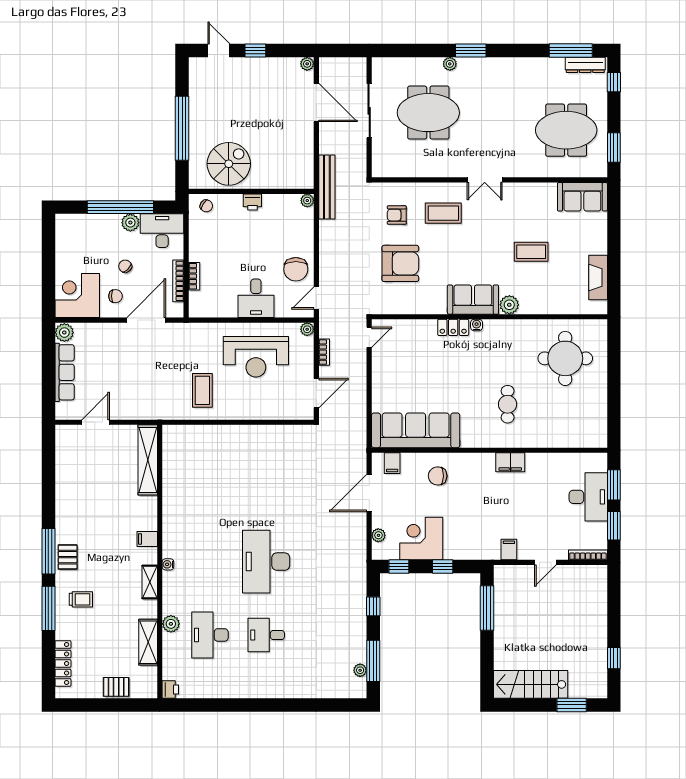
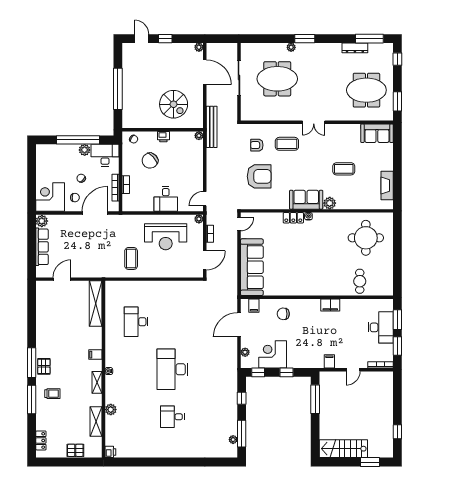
dresser: (585, 65) -> (355, 48), moved
spiral stairs: (229, 164) -> (174, 104), moved, turned 90
chair: (296, 269) -> (150, 161), moved, turned 48
cafe table: (508, 404) -> (360, 281), moved
sofa: (416, 430) -> (252, 267), moved, turned 90
desk: (210, 635) -> (136, 322), moved
locker: (63, 664) -> (41, 440), width x0.66

